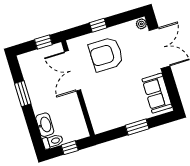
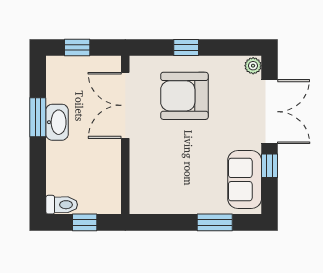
window: (43, 42) -> (77, 48), moved
window: (169, 80) -> (270, 166), added
washbasin: (45, 125) -> (57, 122), moved
window: (137, 127) -> (215, 222), moved

